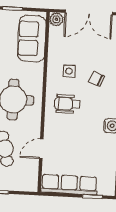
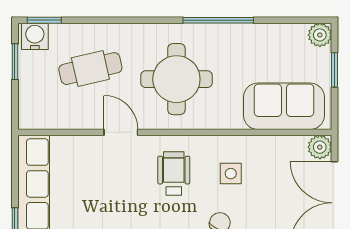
door: (41, 149) -> (121, 132), moved

